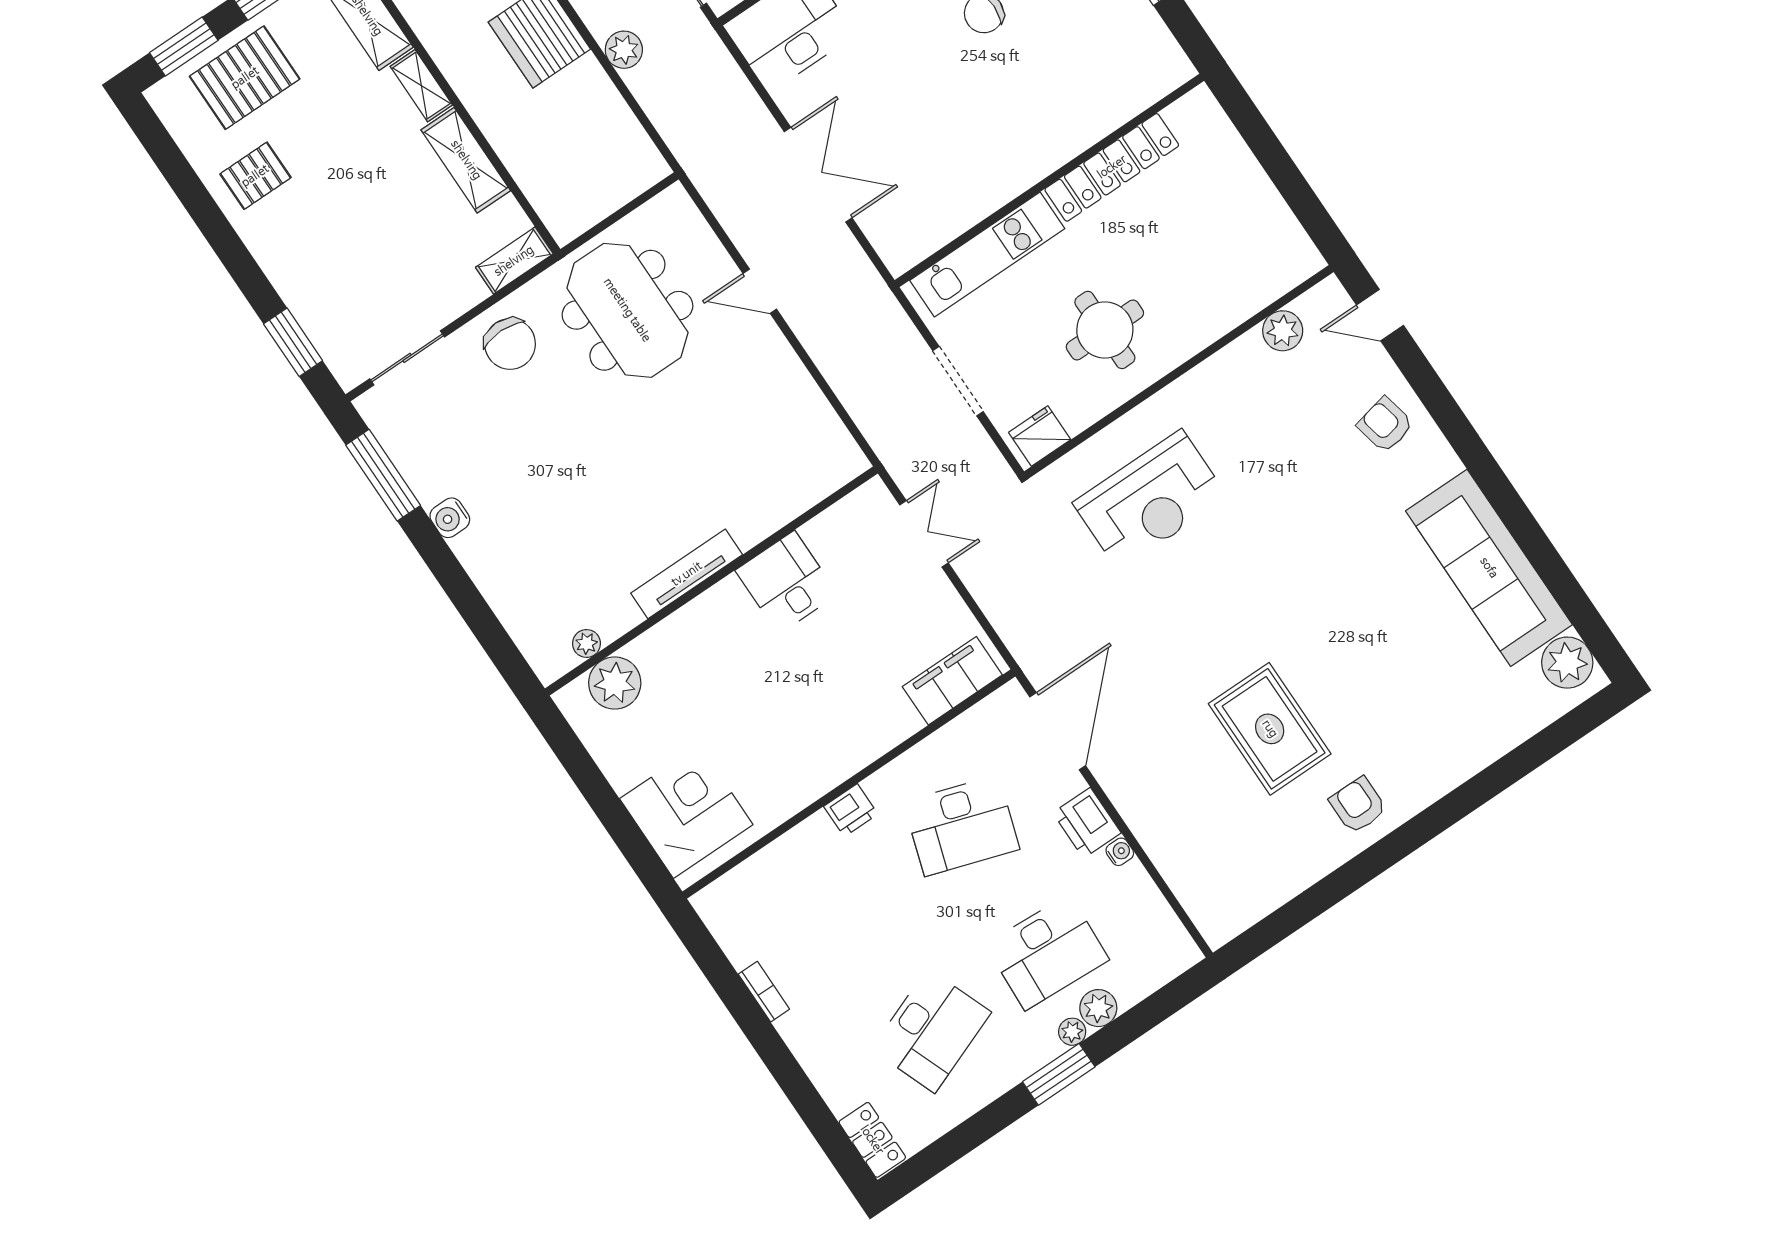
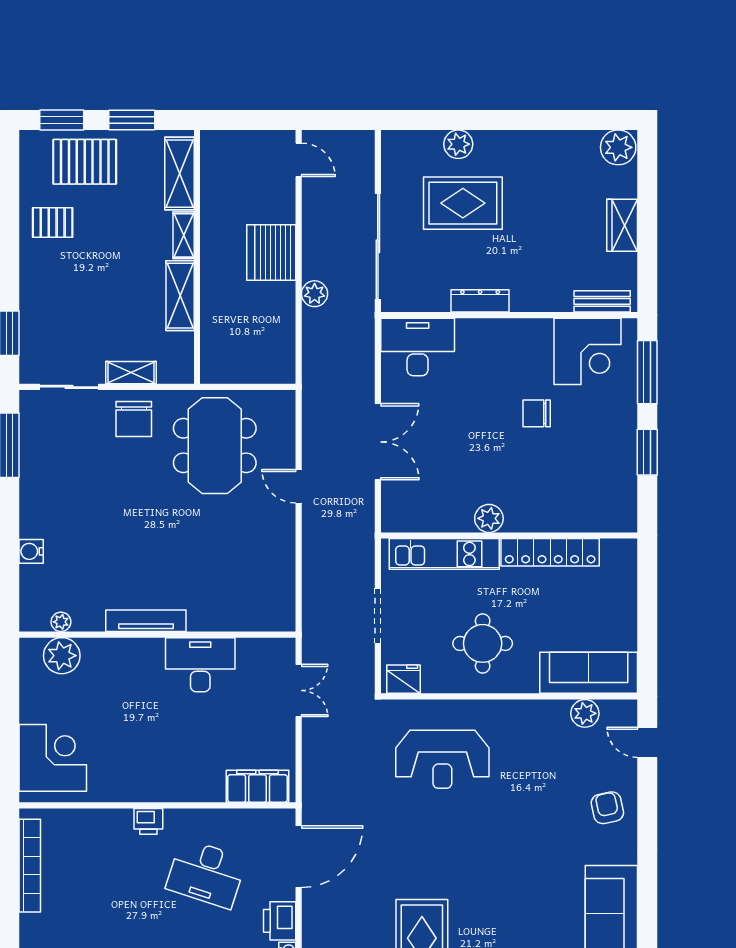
plant: (1012, 176) -> (489, 518), added
shelving: (514, 261) -> (131, 373), moved
sofa: (1254, 280) -> (589, 673), added
water cooler: (450, 518) -> (31, 551), moved
desk: (786, 582) -> (200, 665), width x1.37
bookcase: (764, 992) -> (30, 866), width x2.31, depth x1.31

